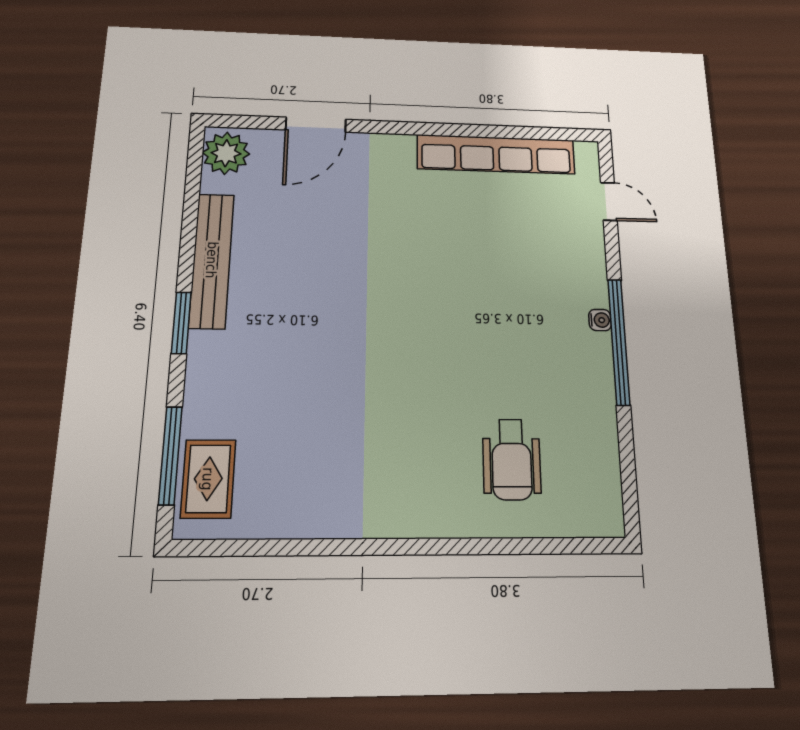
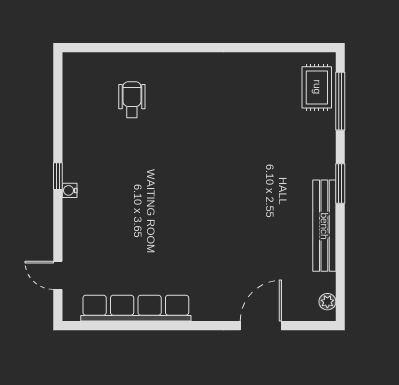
plant: (226, 153) -> (327, 302), width x0.53, depth x0.53
window: (619, 341) -> (58, 176), width x0.32
wheelchair: (512, 459) -> (132, 100), width x0.73, depth x0.73

